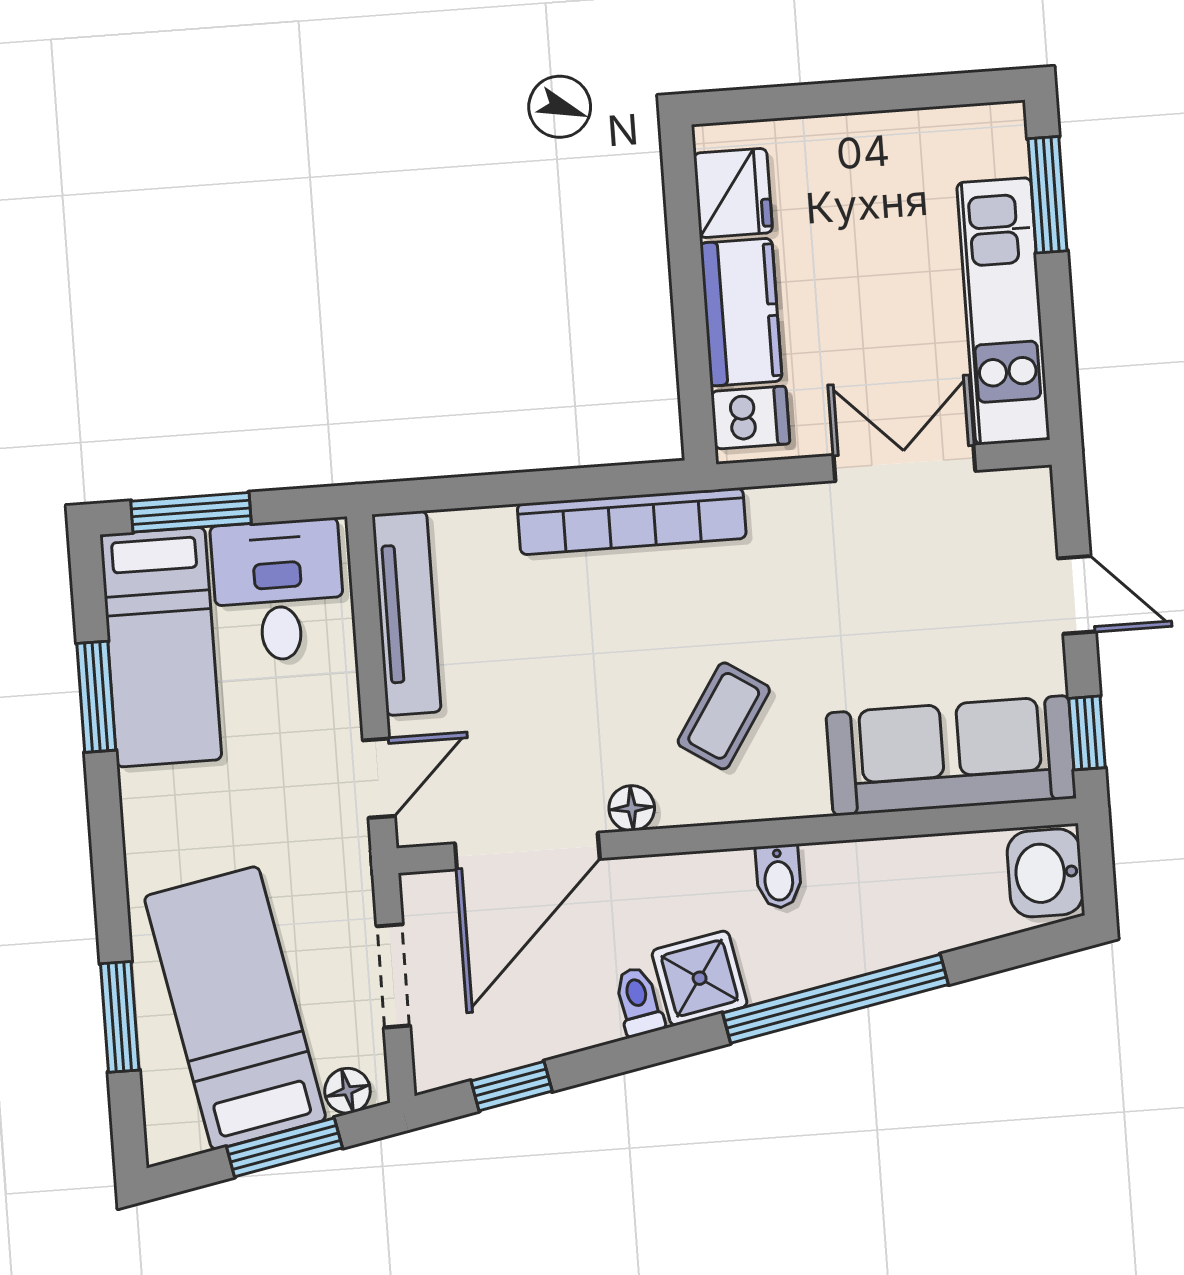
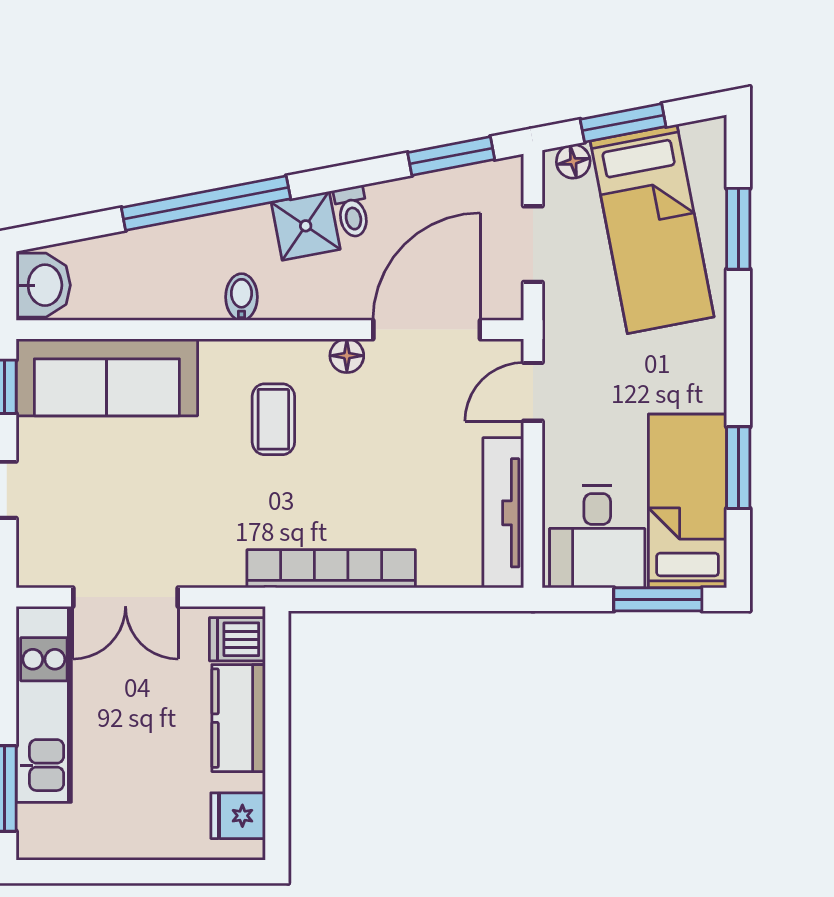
fridge: (733, 193) -> (238, 816), width x0.72
coffee table: (724, 716) -> (273, 419), turned -33
window: (512, 1086) -> (451, 156), width x1.50

